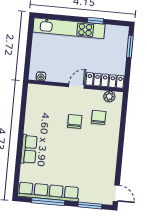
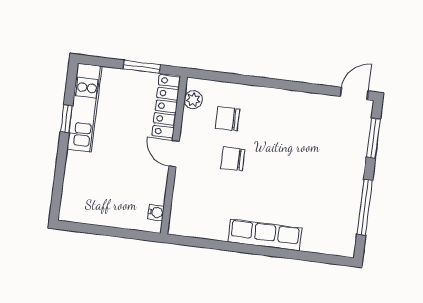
kitchen unit: (69, 28) -> (84, 108), moved, width x0.73
window: (130, 46) -> (142, 67), moved
row of seats: (29, 149) -> (265, 235), width x1.48
row of seats: (48, 192) -> (348, 206), removed

